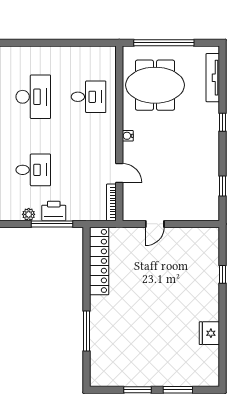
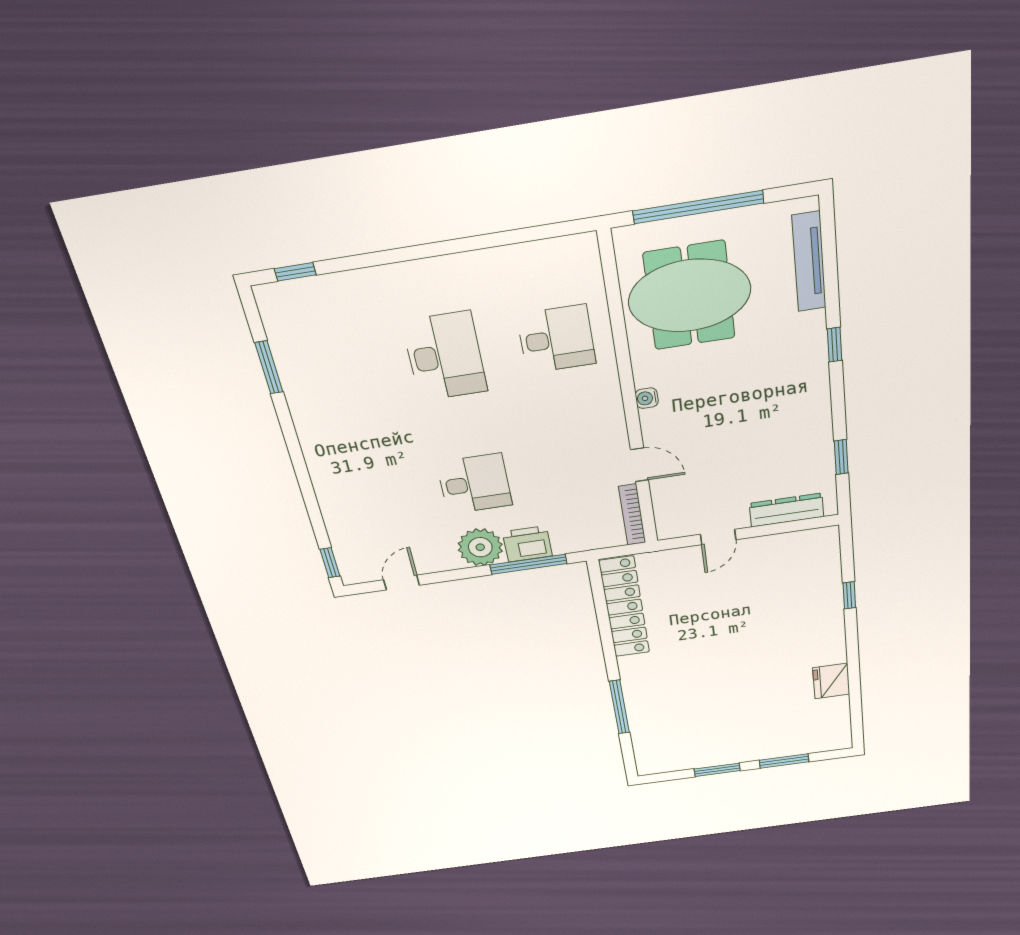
dresser: (192, 213) -> (786, 510), added
plant: (29, 214) -> (480, 547), width x1.87, depth x1.87

